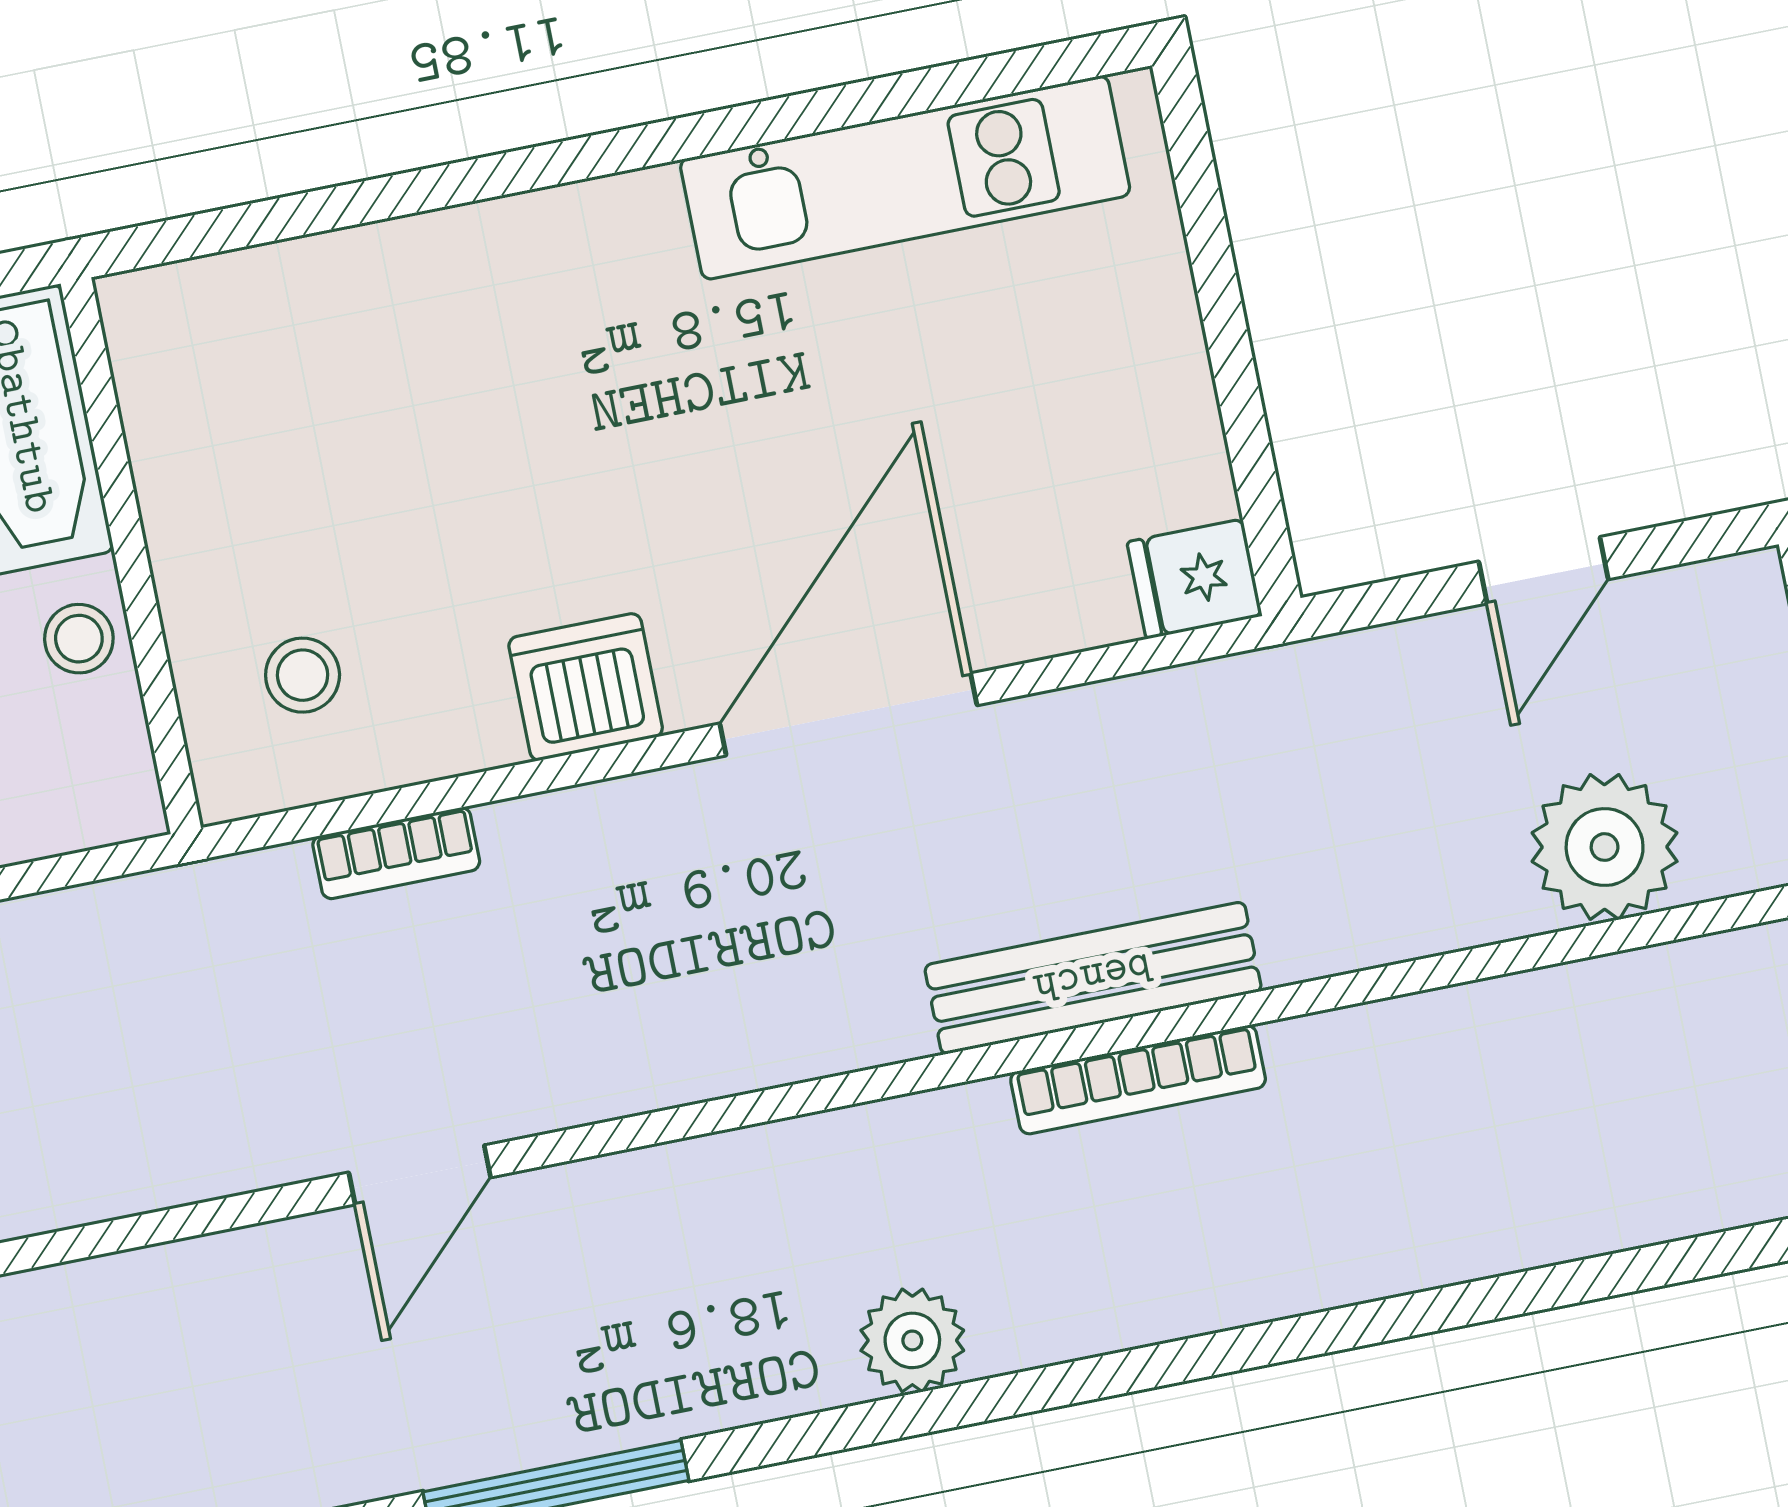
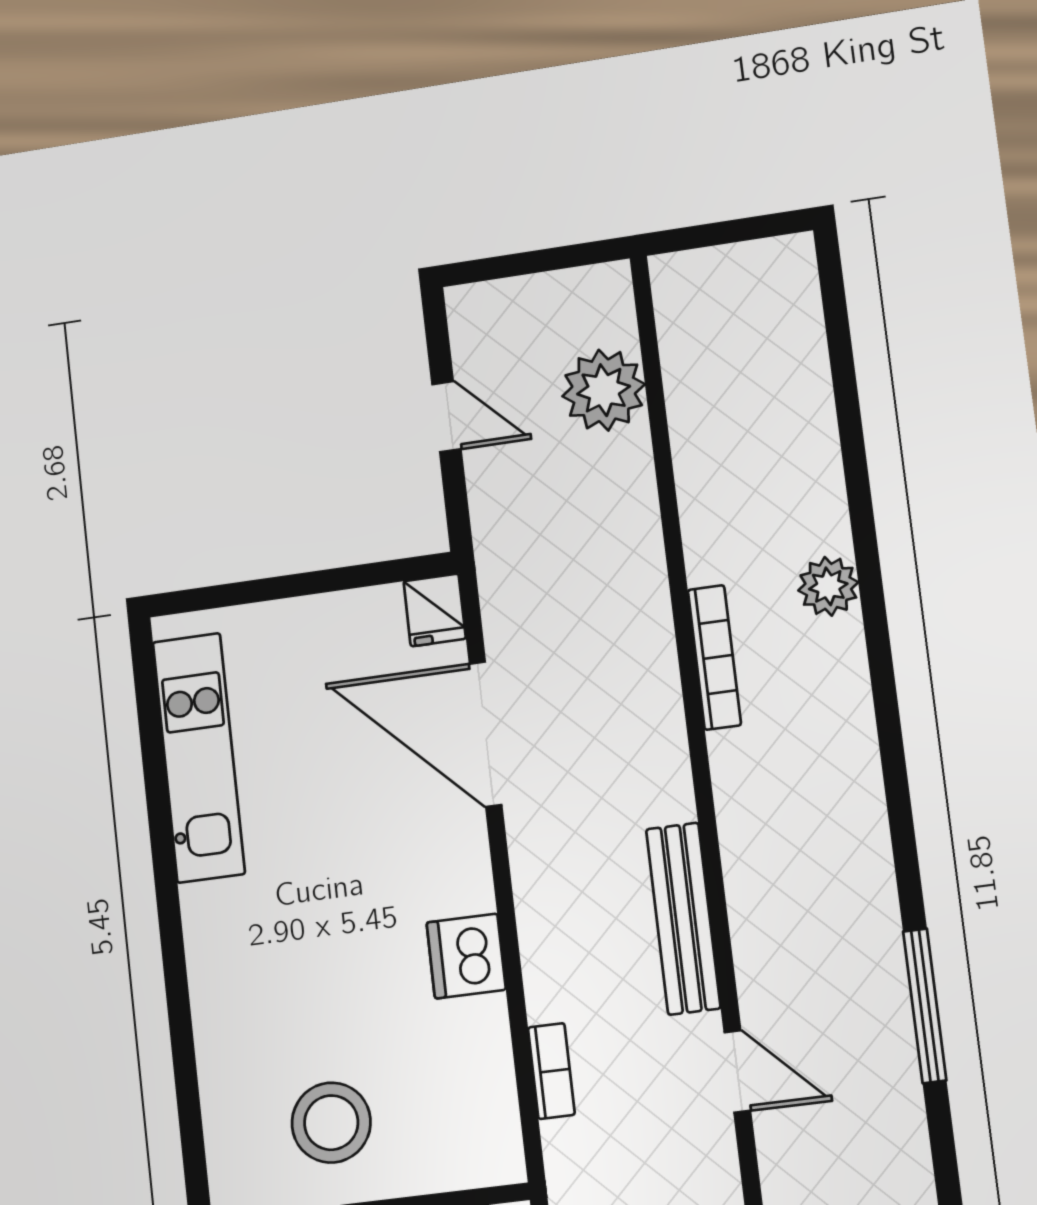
stool: (303, 675) -> (331, 1123), moved, width x1.89, depth x1.89
door: (848, 714) -> (486, 734), moved
bench: (1093, 978) -> (683, 919), moved
plant: (912, 1340) -> (828, 586), moved

